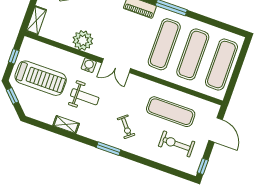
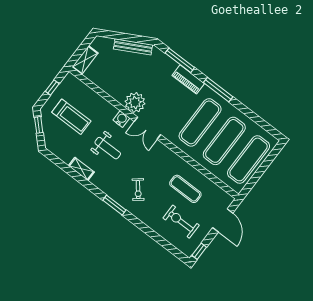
plant: (83, 40) -> (135, 103), moved
treadmill: (41, 78) -> (71, 117), width x0.73, depth x0.73
exercise mat: (171, 112) -> (185, 189), width x0.73, depth x0.69

